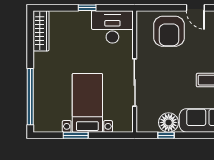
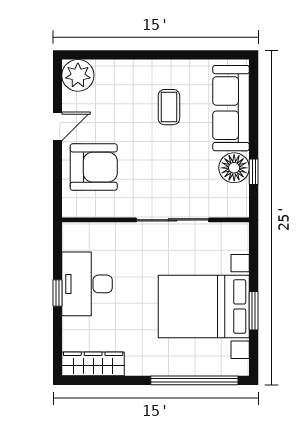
desk: (112, 27) -> (87, 284), moved
bed with nightstands: (87, 103) -> (204, 306), width x1.36

